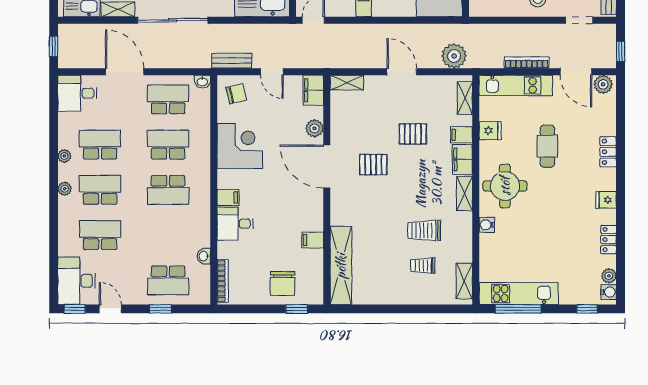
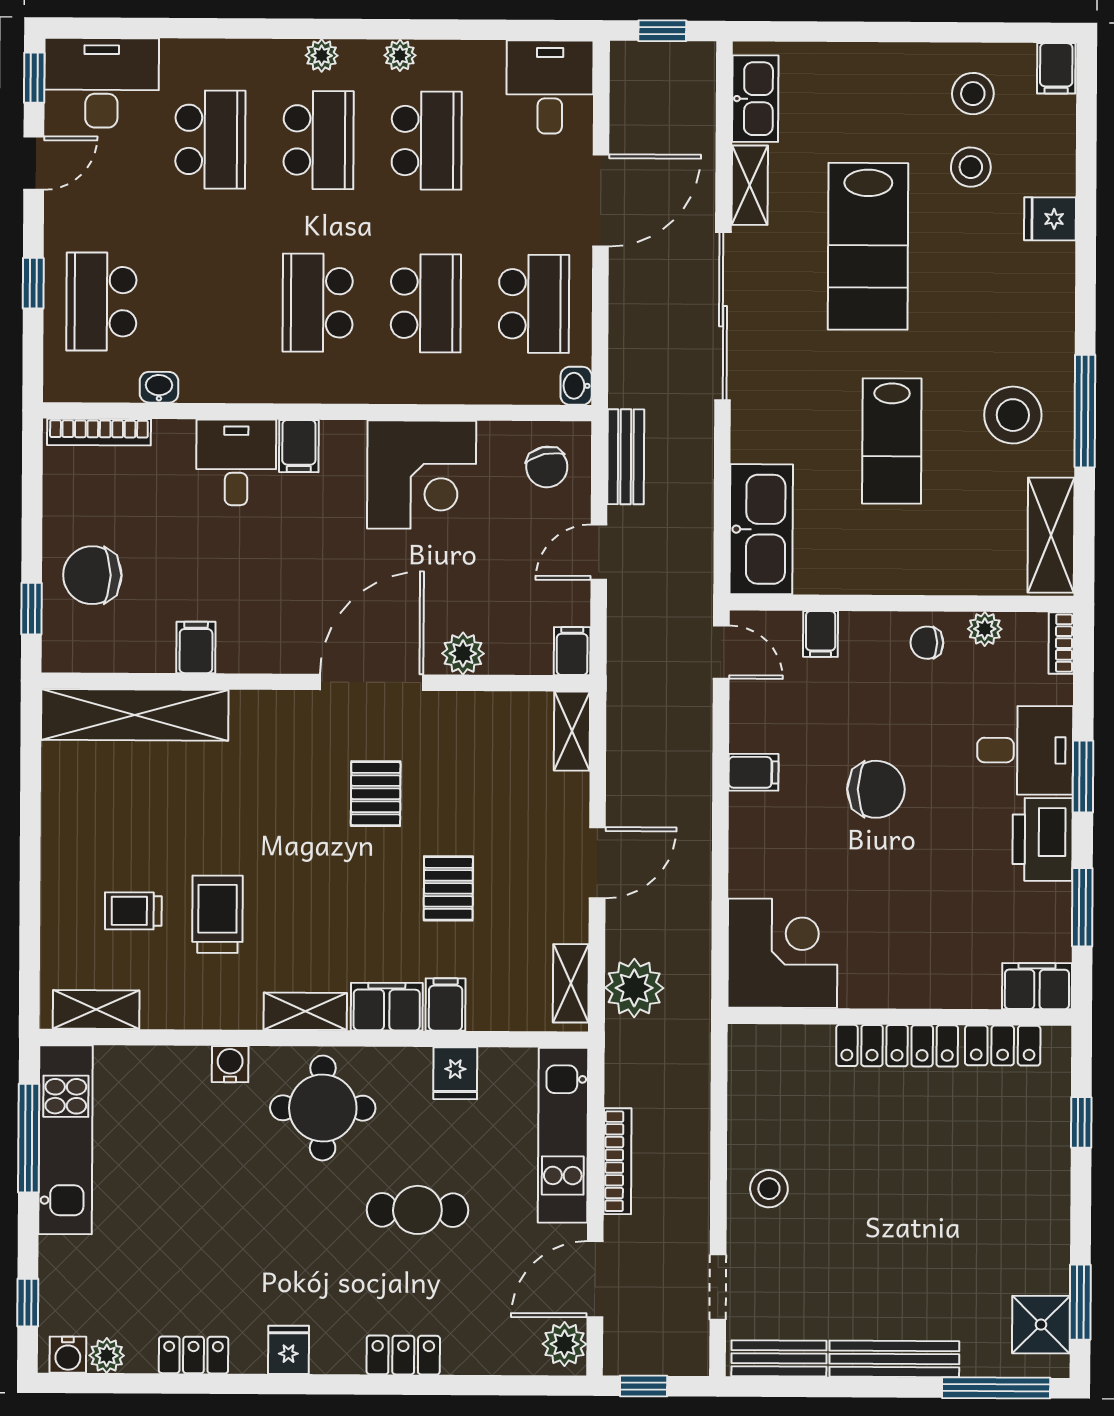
filing cabinet: (313, 90) -> (572, 651), width x0.50
shelving: (465, 98) -> (571, 983), moved, turned 90
trolley: (423, 266) -> (133, 911), turned -90

